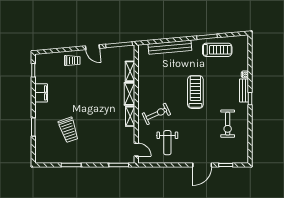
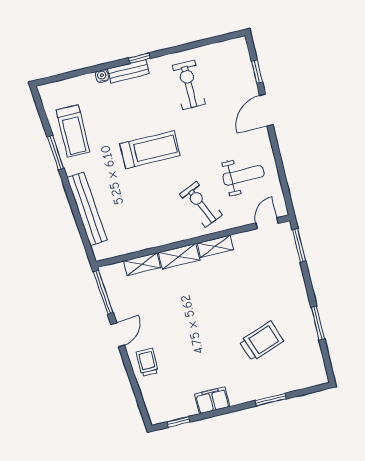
treadmill: (217, 50) -> (73, 131), turned 180
treadmill: (195, 92) -> (150, 150), turned 180
exercise bike: (228, 124) -> (189, 85), turned -90
door: (202, 165) -> (266, 110), swing flipped

